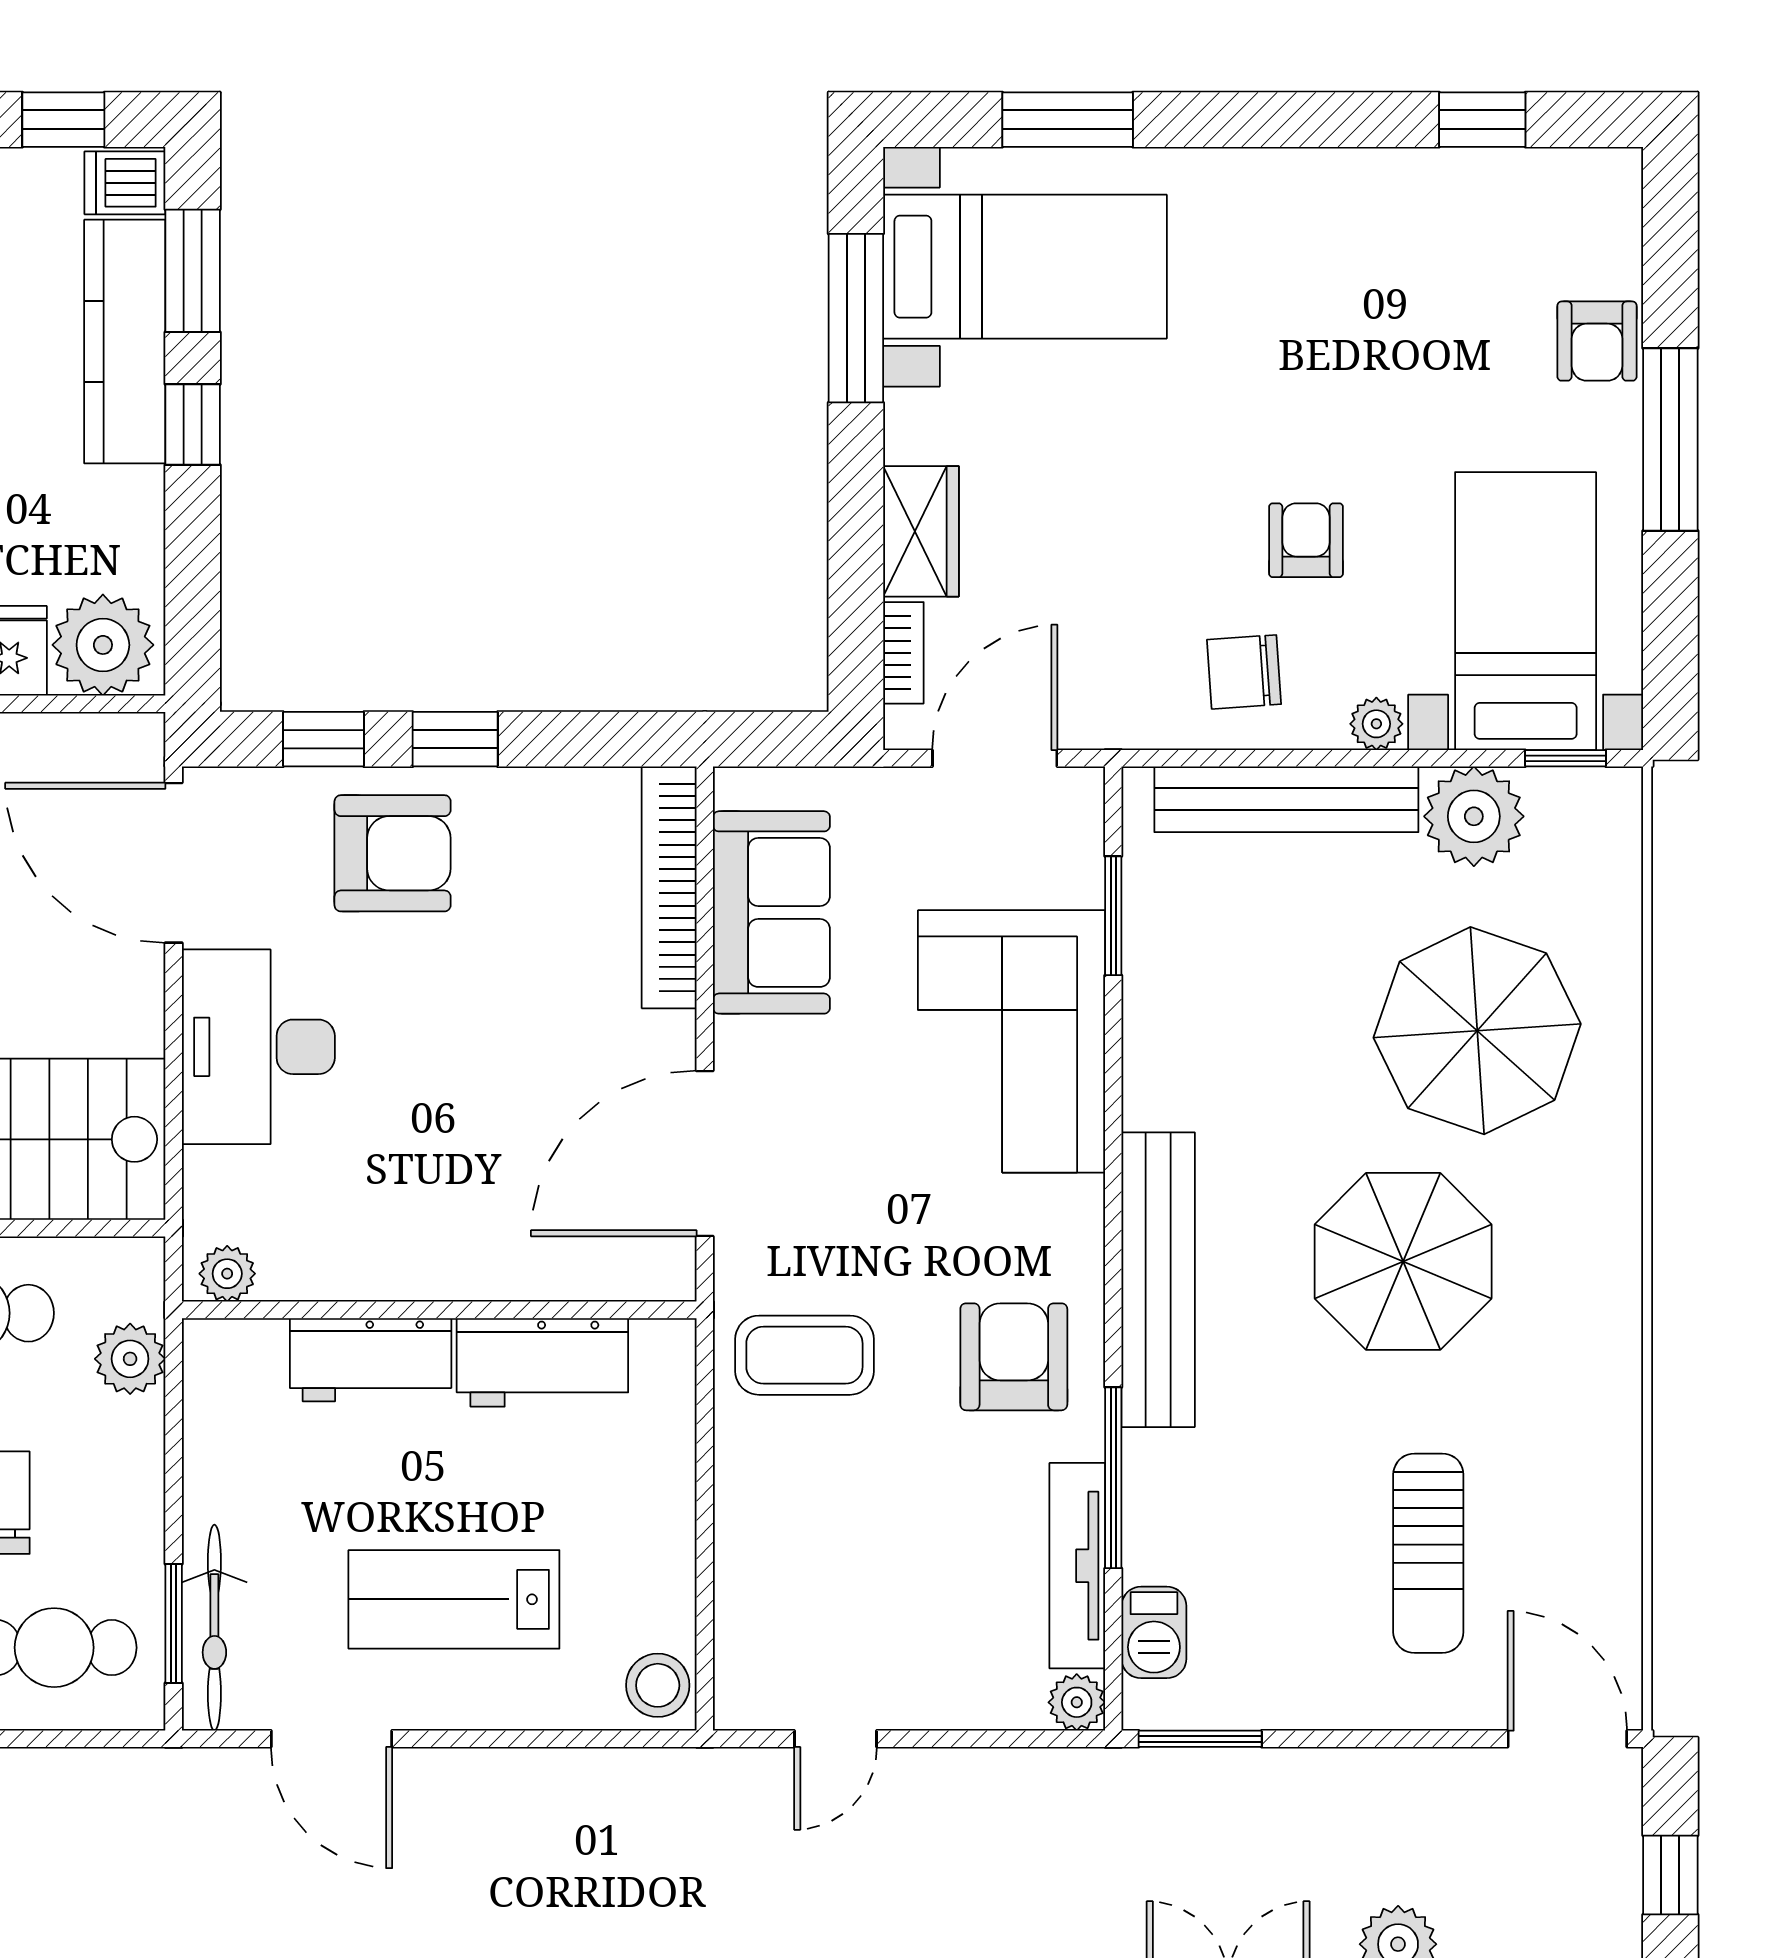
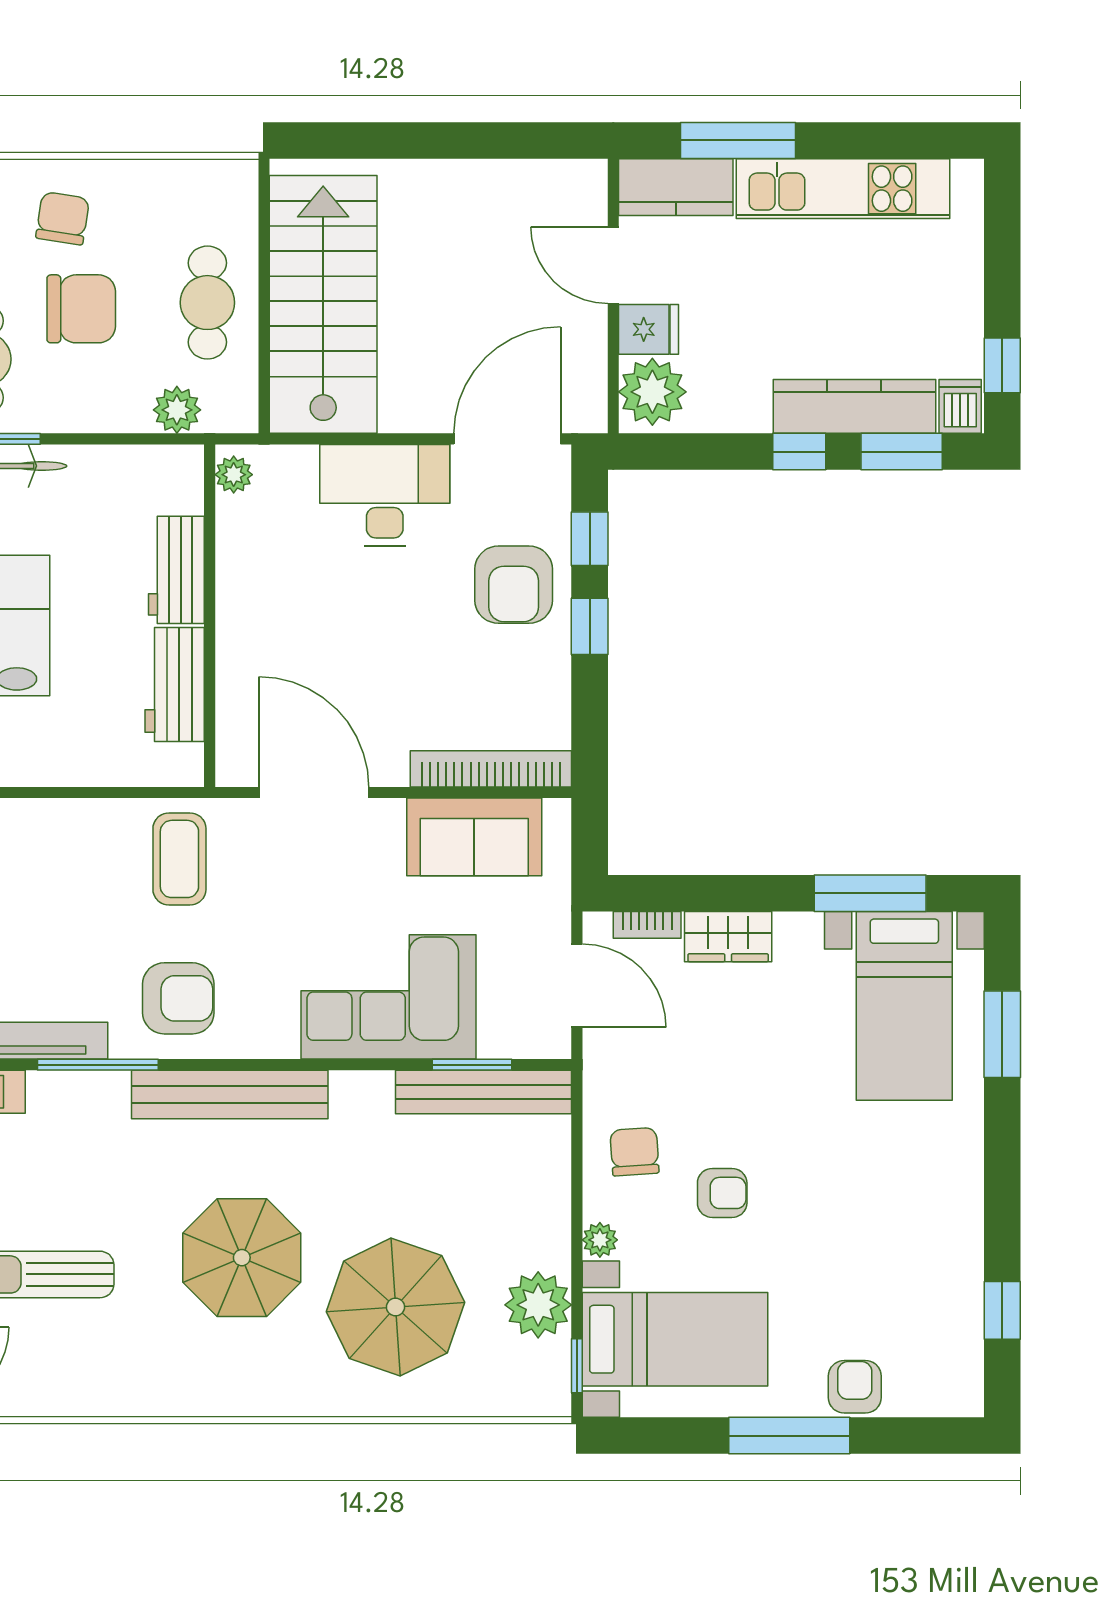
armchair: (1597, 341) -> (855, 1387), turned 90
bench: (1286, 799) -> (484, 1092), moved, turned 90

